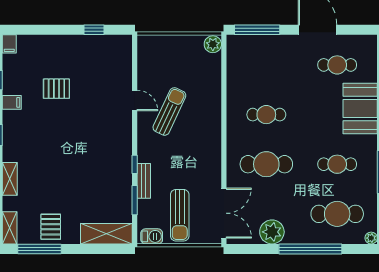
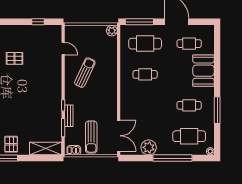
door: (135, 100) -> (63, 49), moved
cafe table: (266, 164) -> (145, 44), moved

